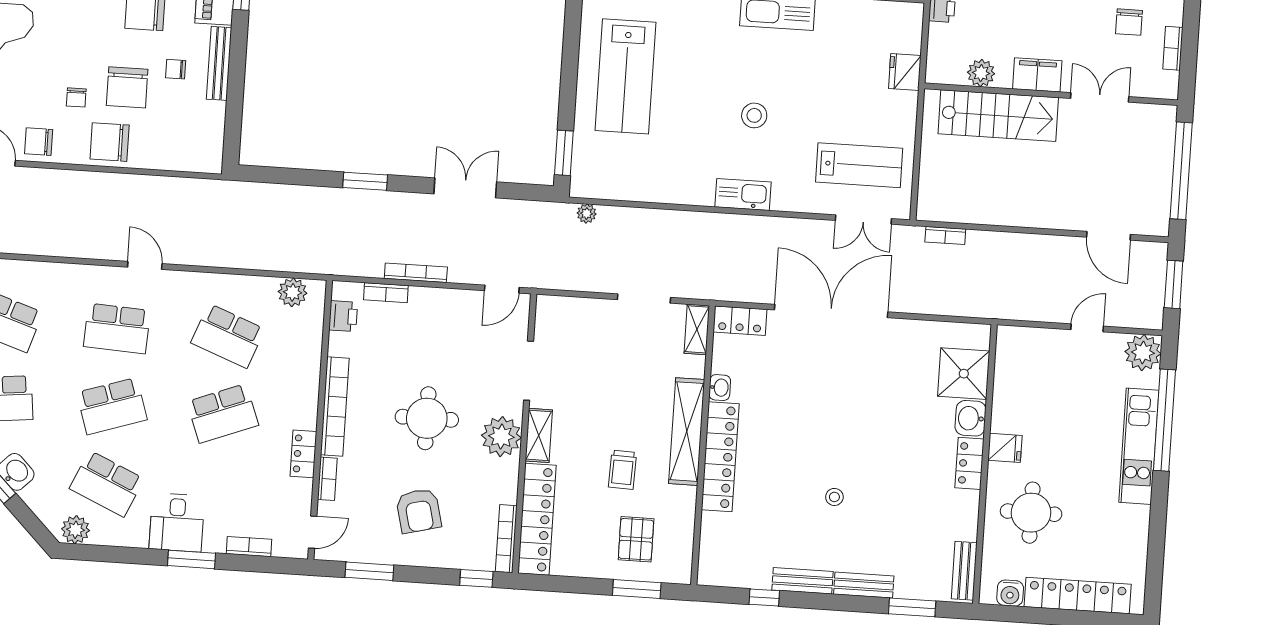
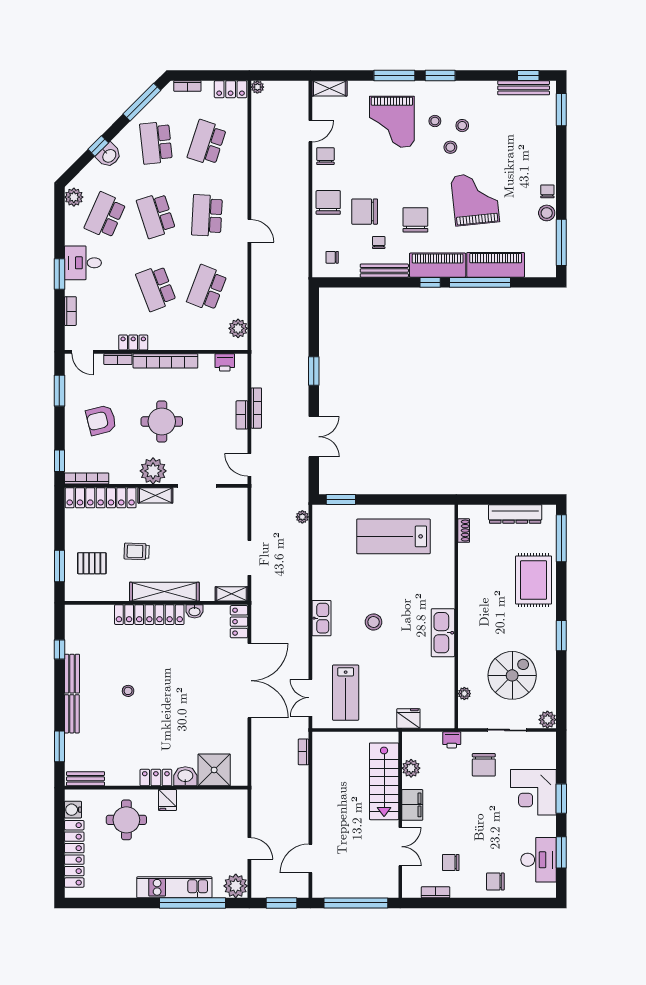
chair: (76, 97) -> (332, 257), moved
door: (145, 265) -> (249, 231), hinge flipped
bookcase: (386, 293) -> (242, 415), moved

